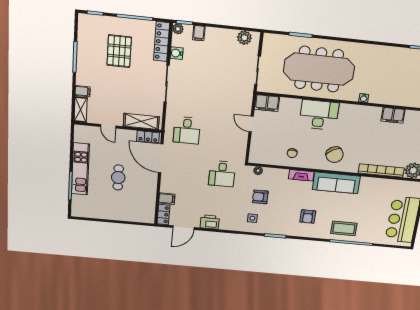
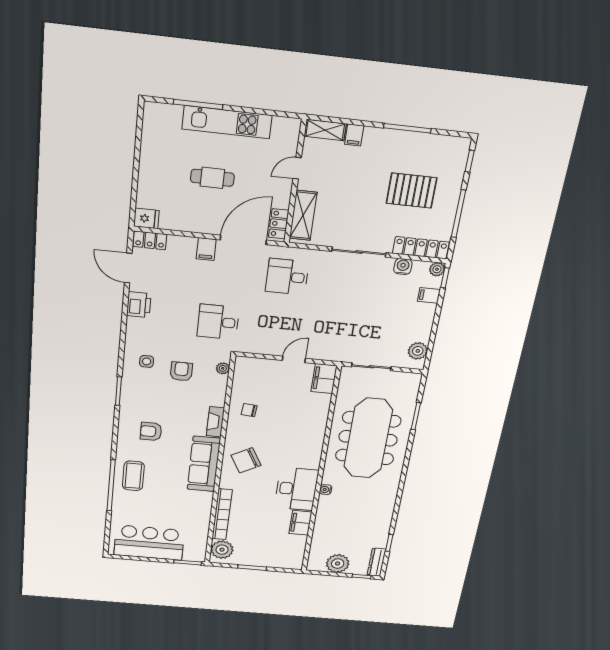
desk: (319, 115) -> (296, 489), moved
filing cabinet: (167, 199) -> (206, 249), moved
fridge: (148, 216) -> (146, 218), added

